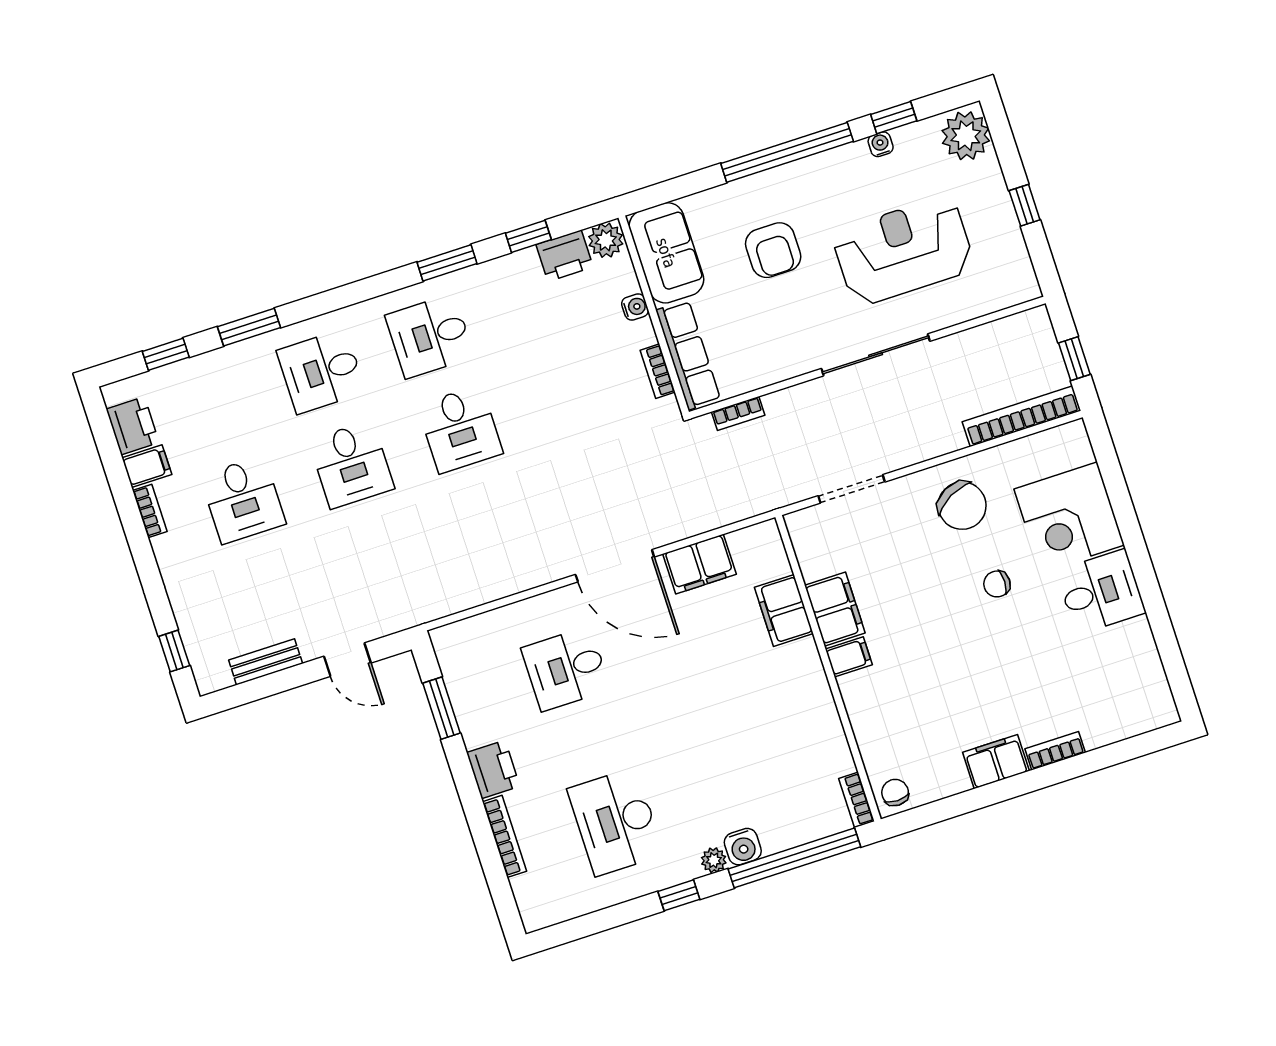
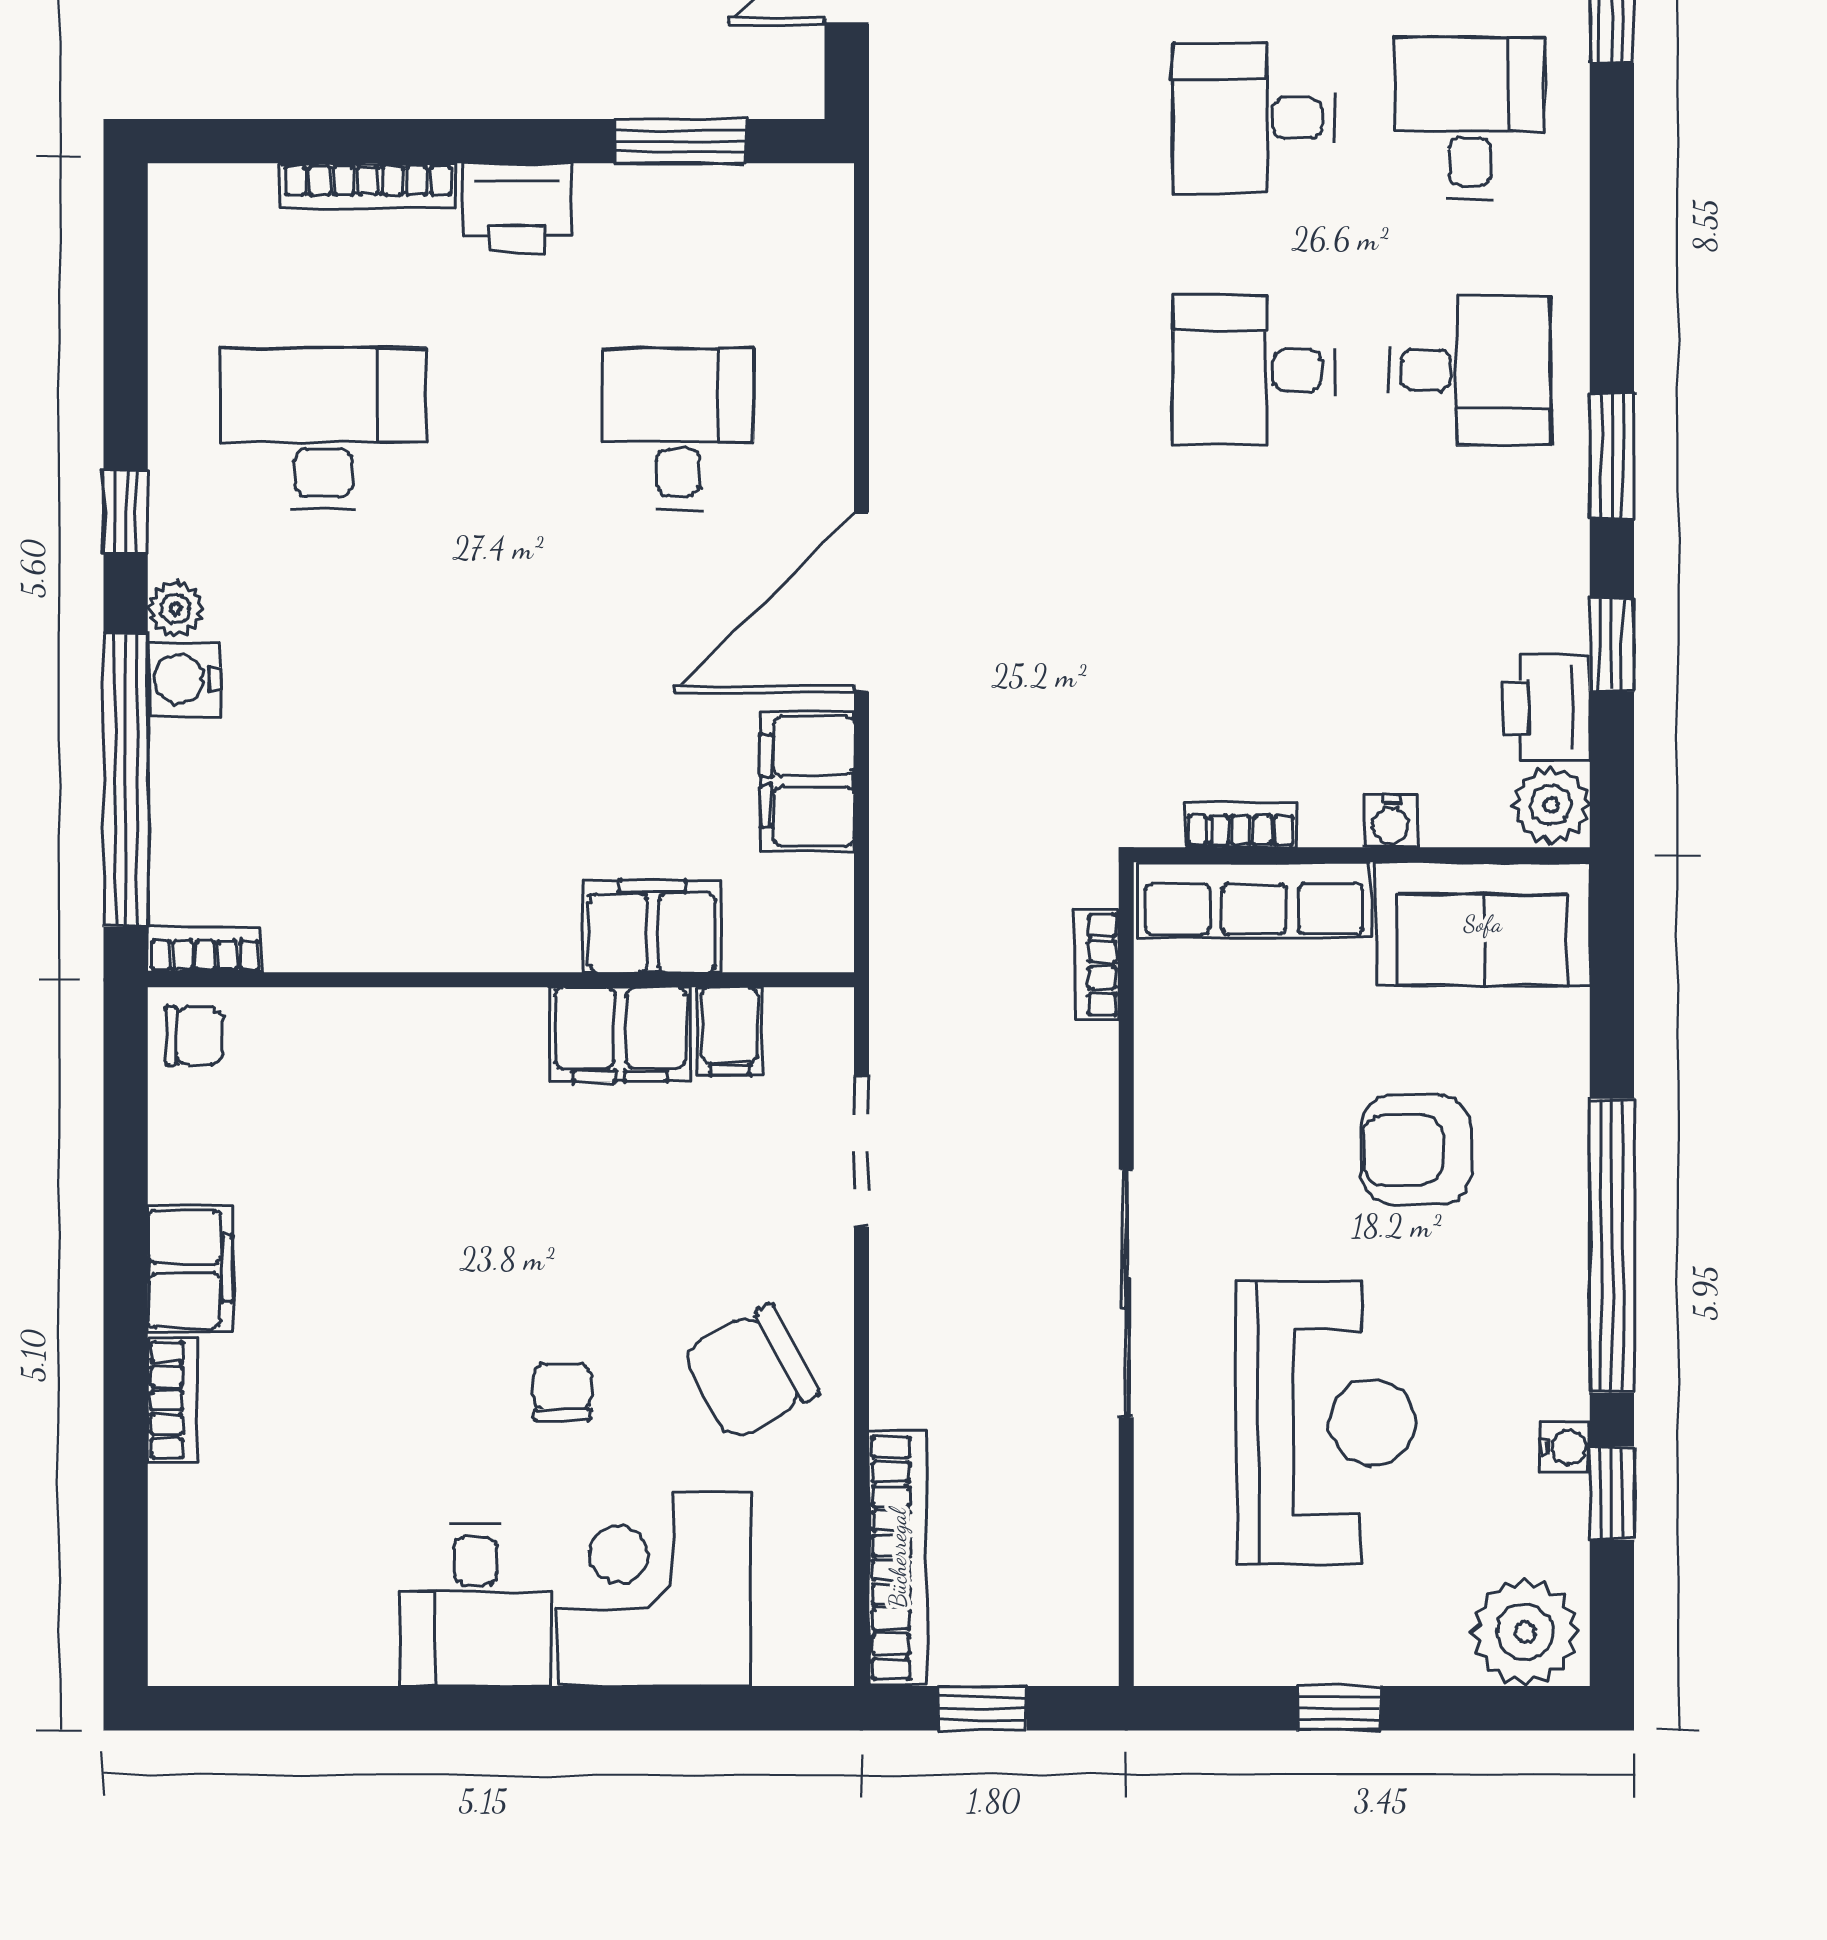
desk: (430, 336) -> (1470, 370), turned 90
filing cabinet: (849, 657) -> (730, 1031), moved

